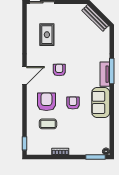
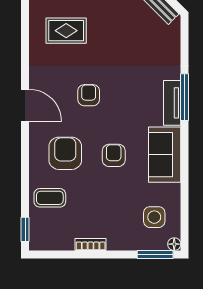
rug: (47, 35) -> (66, 31), turned 90
door: (24, 76) -> (25, 105), hinge flipped
coffee table: (48, 124) -> (50, 198), moved
side table: (95, 137) -> (154, 217), added

